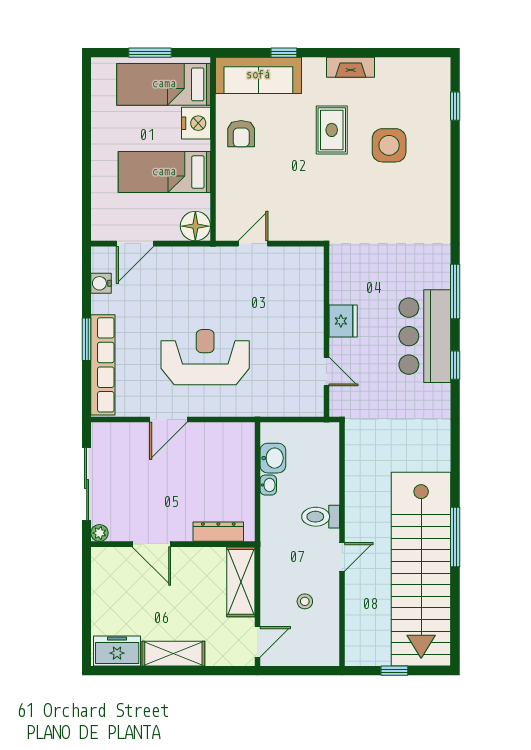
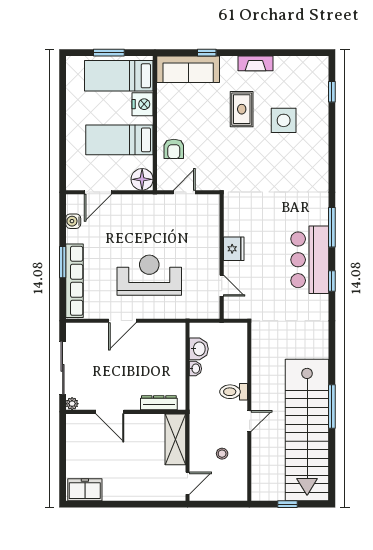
armchair: (241, 134) -> (174, 149), moved
fridge: (343, 321) -> (234, 249), moved
wall: (326, 332) -> (222, 256), moved
door: (326, 372) -> (222, 286), moved
shelving: (173, 654) -> (126, 492), removed

